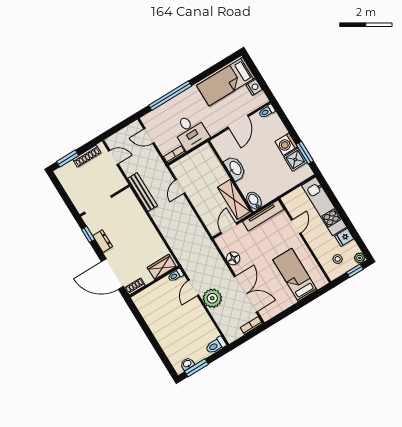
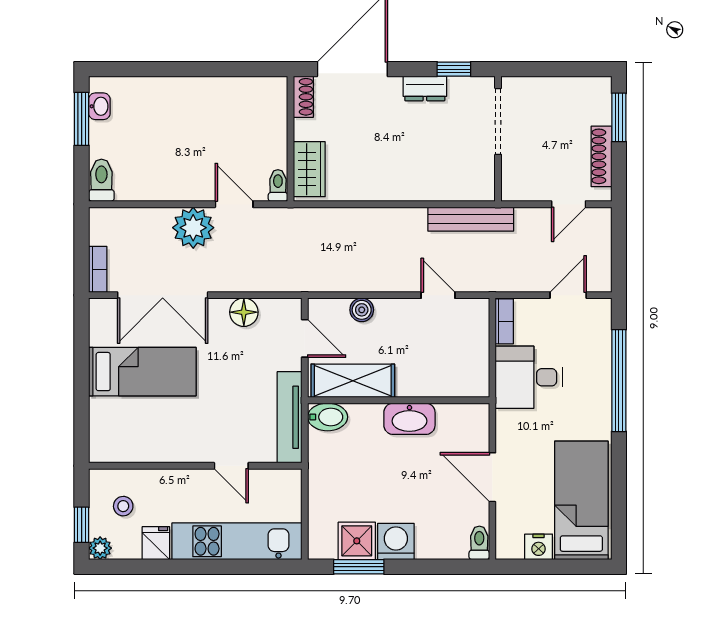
boiler: (204, 213) -> (362, 310), added
bed: (295, 275) -> (142, 372), moved

